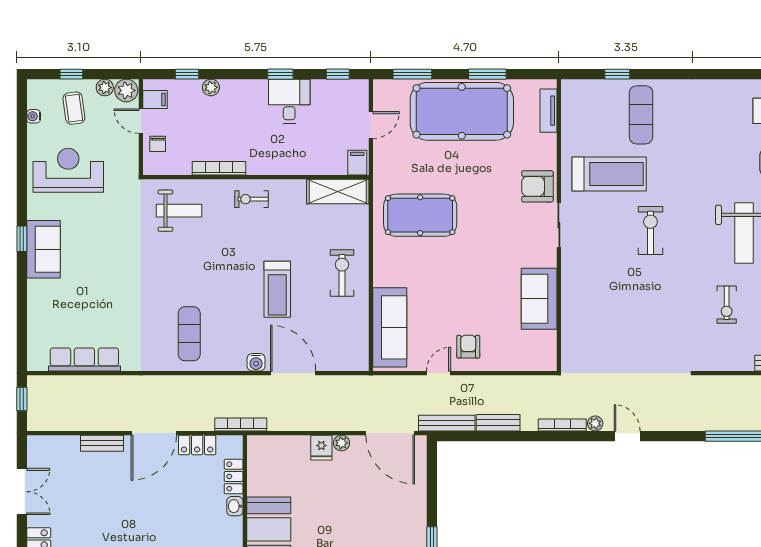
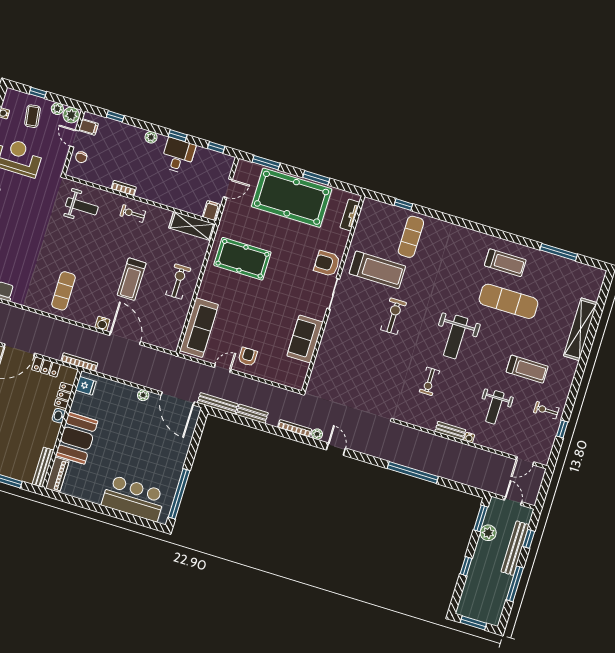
plant: (211, 87) -> (151, 137), moved
bookcase: (219, 168) -> (124, 188), width x0.64
fridge: (321, 448) -> (86, 386), moved, turned -90

